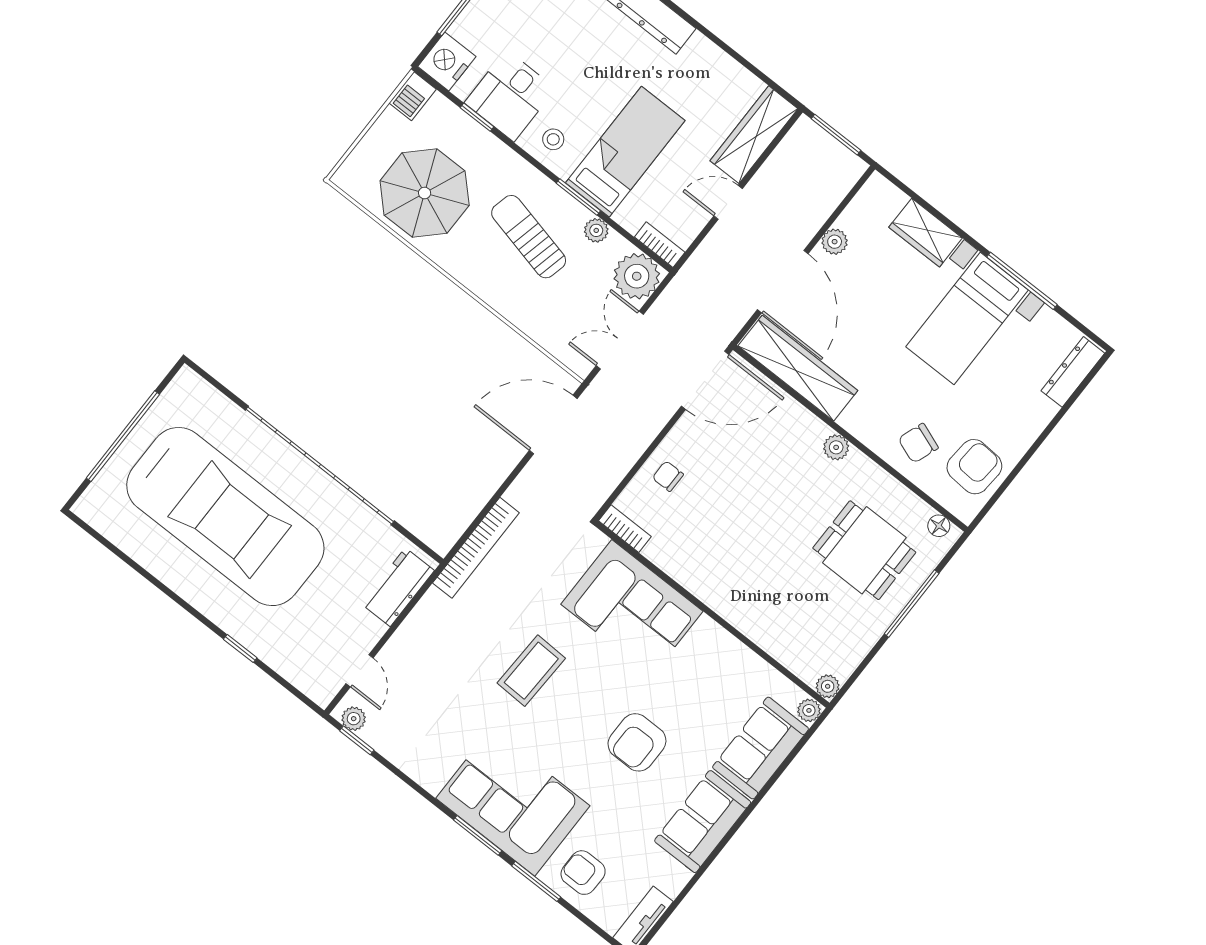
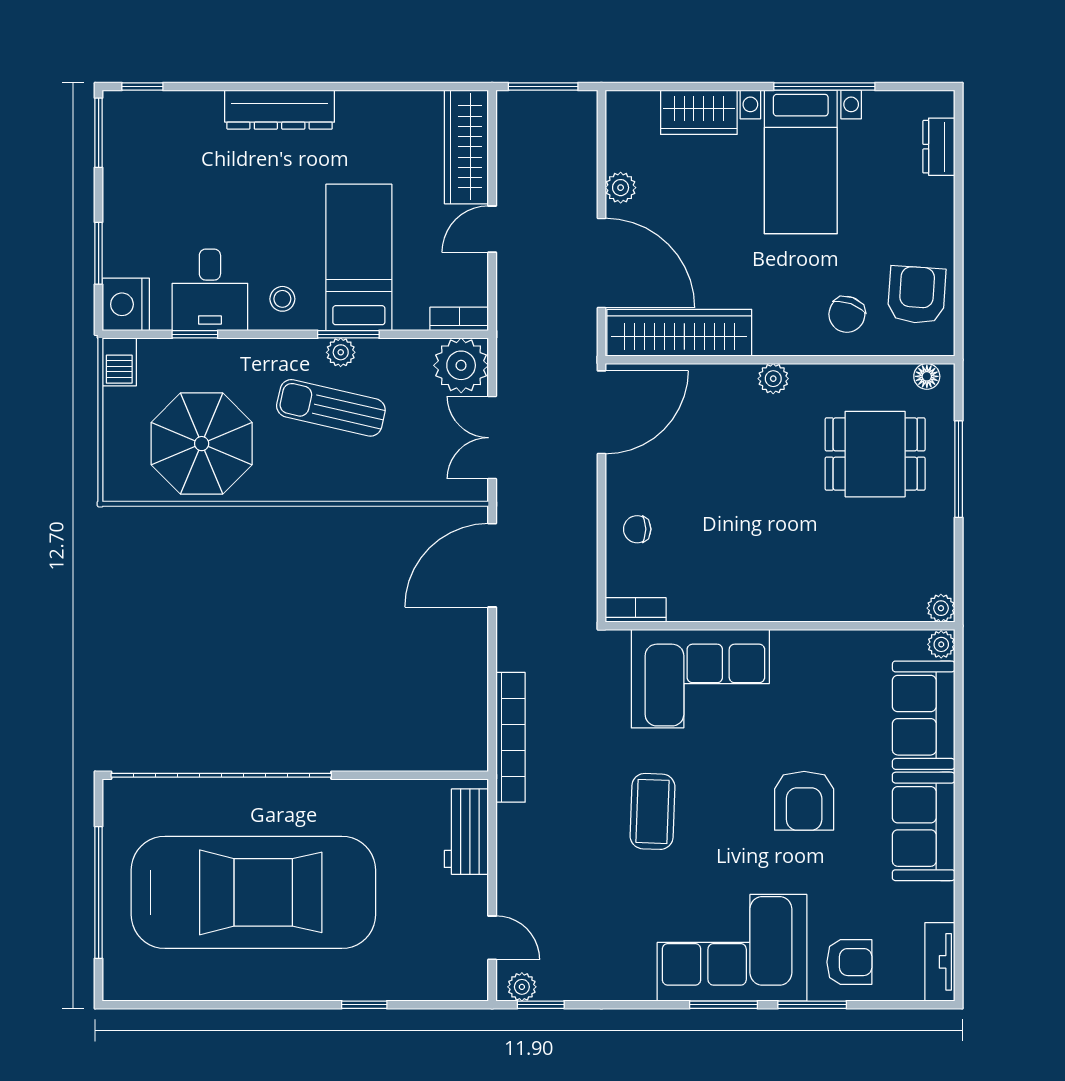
plant: (596, 230) -> (341, 352), moved
dresser: (1073, 372) -> (939, 147), width x0.70
garage door: (320, 466) -> (221, 775), moved
armchair: (583, 873) -> (849, 962), turned 180

